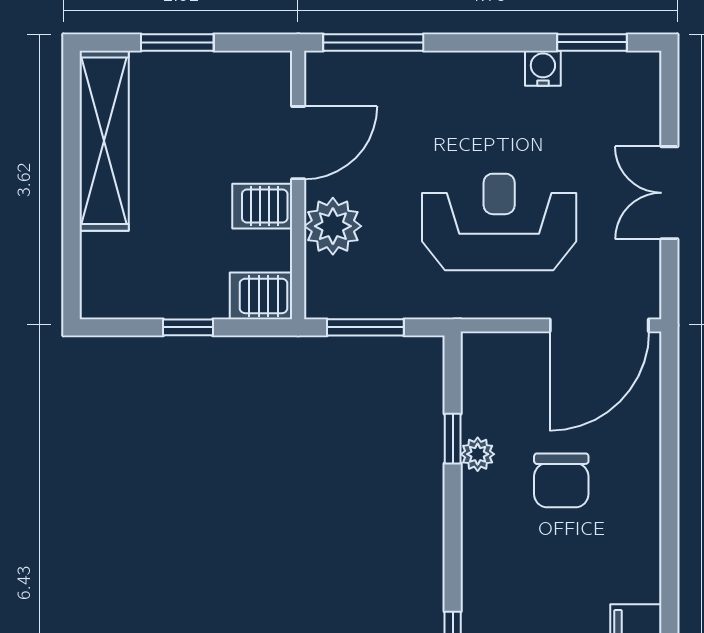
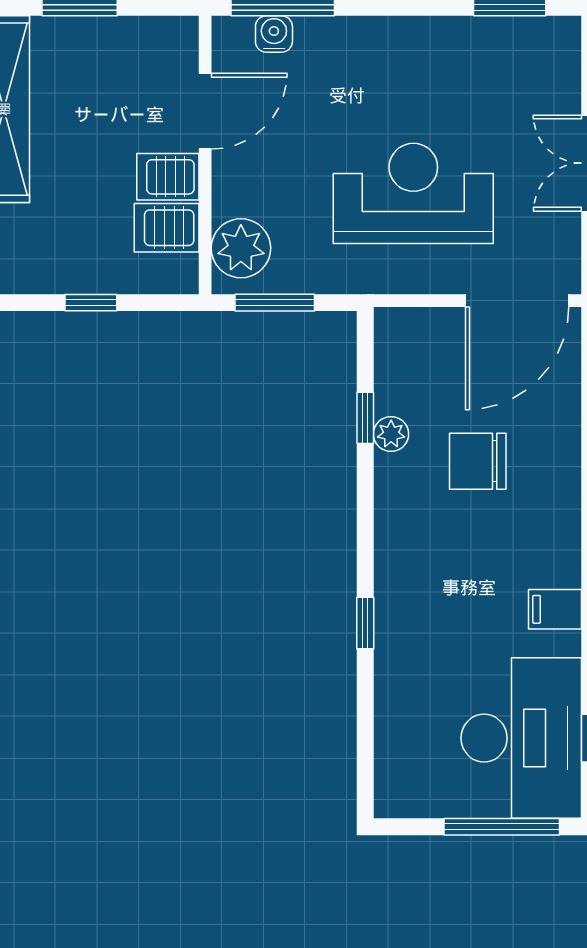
water cooler: (543, 68) -> (274, 34), moved
plant: (333, 226) -> (241, 248), moved
server rack: (261, 296) -> (167, 228), moved
chair: (561, 480) -> (478, 461), turned 90

